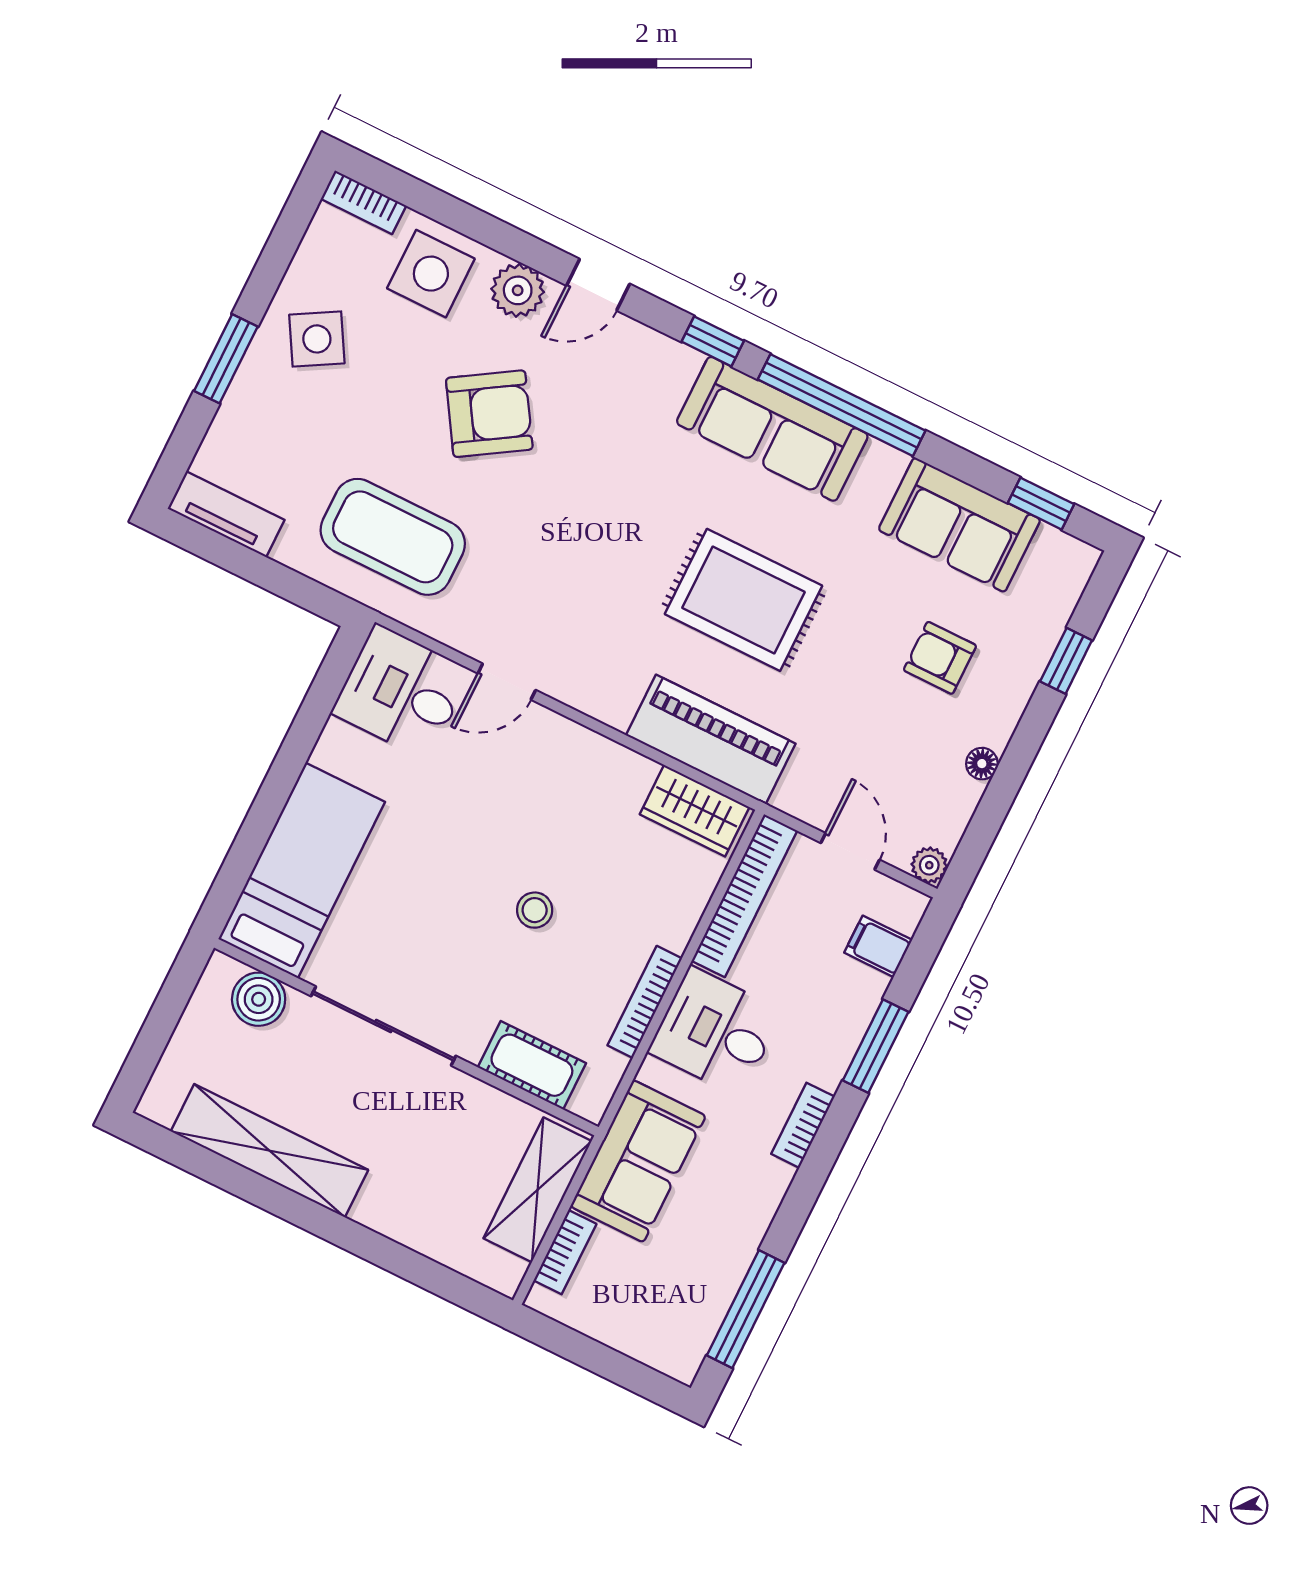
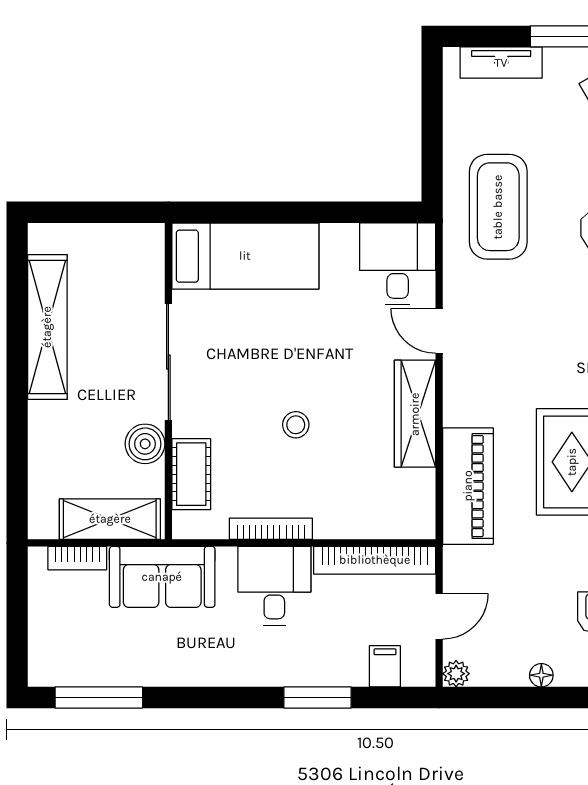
tv unit: (226, 514) -> (501, 63), moved, turned 90
wardrobe: (695, 811) -> (415, 414), moved, width x1.50
boiler: (259, 999) -> (145, 444), moved
bookcase: (803, 1125) -> (241, 675), removed

